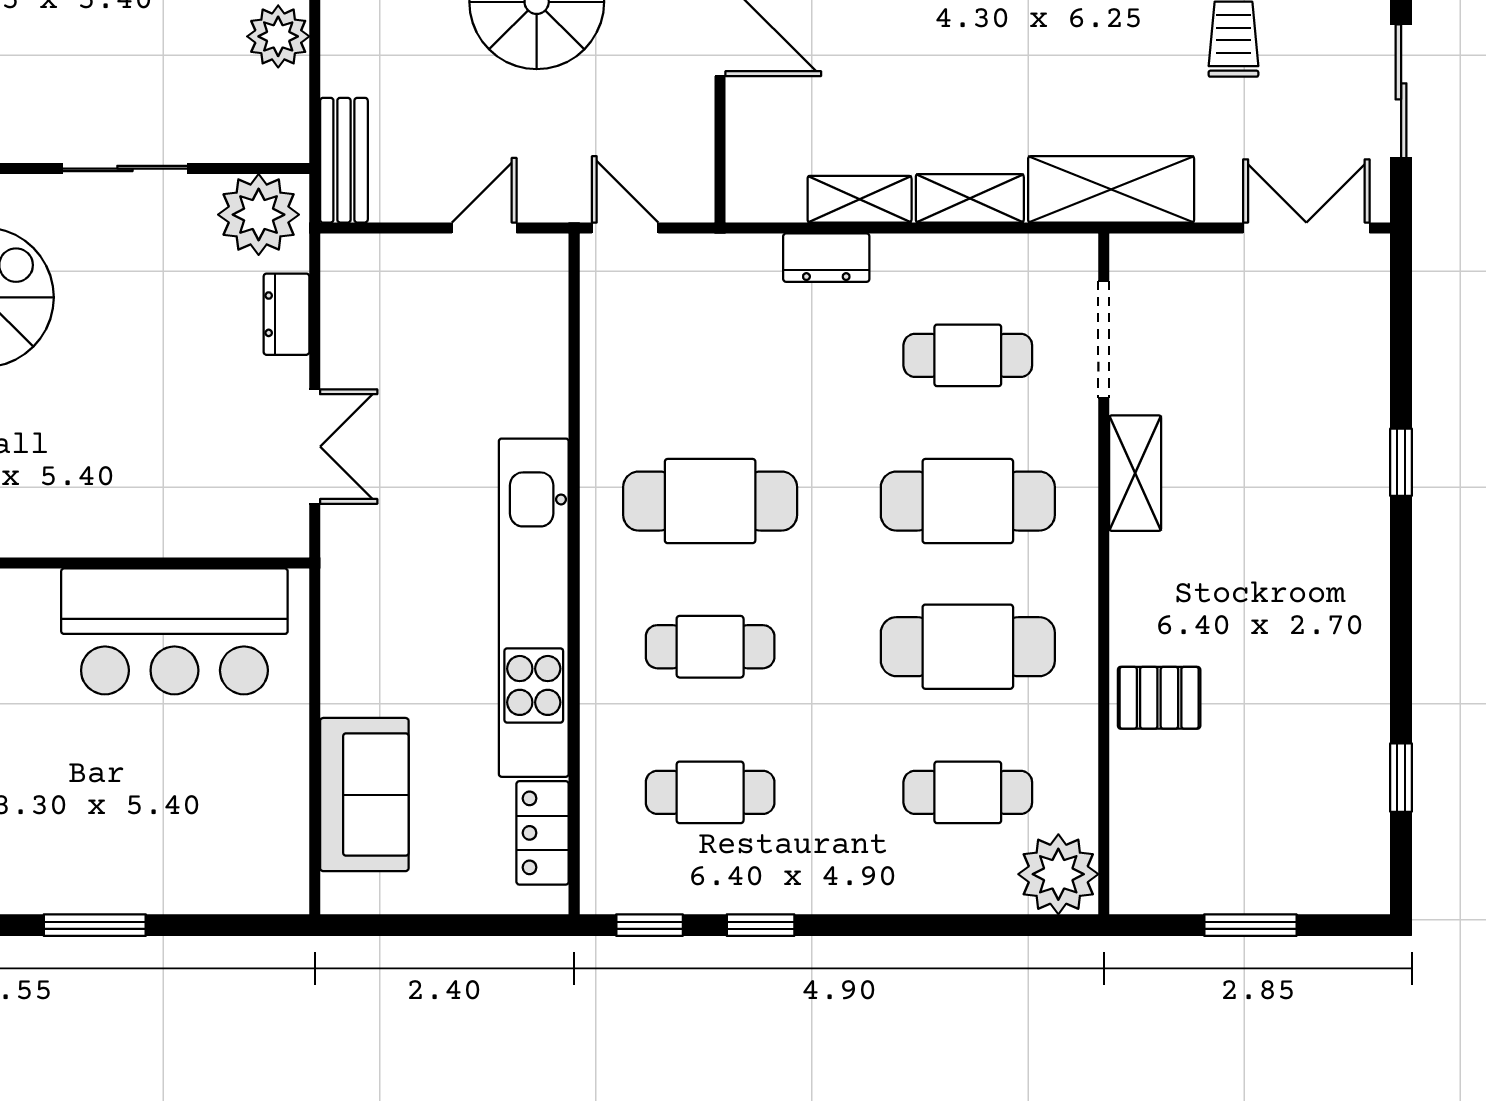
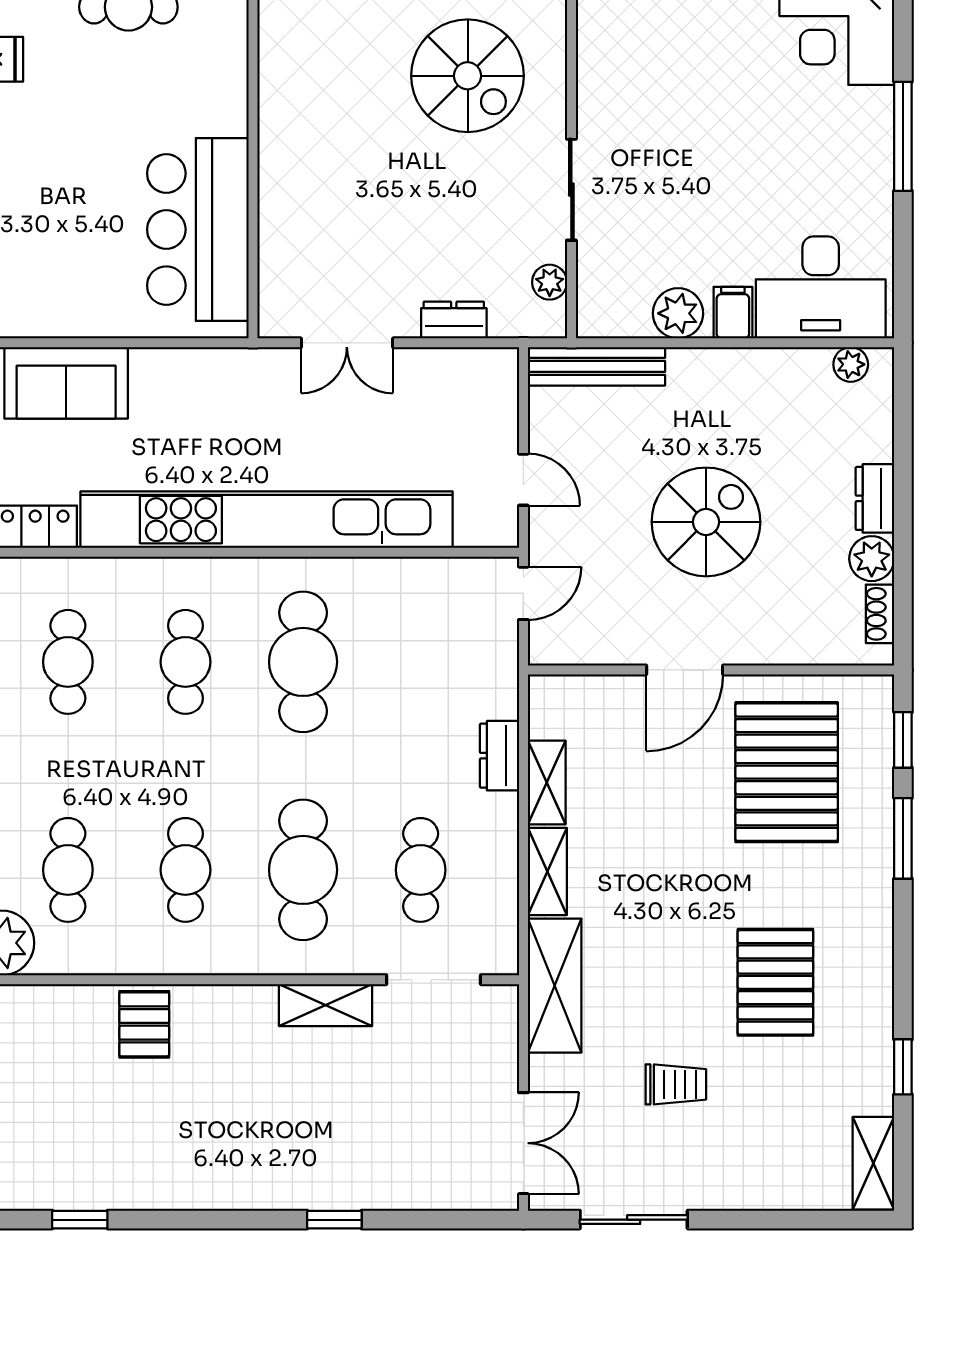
bench: (344, 160) -> (596, 366), width x1.36
plant: (259, 215) -> (550, 282), width x0.53, depth x0.53
kitchen unit: (534, 608) -> (267, 520), width x1.36
cafe table: (968, 647) -> (185, 870), width x0.73, depth x0.74

